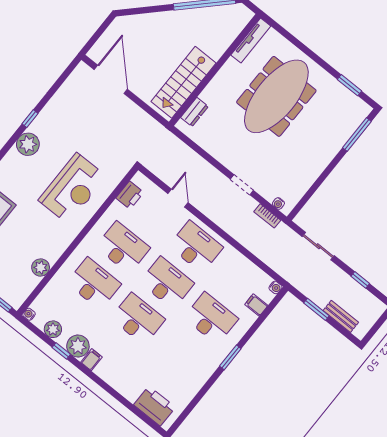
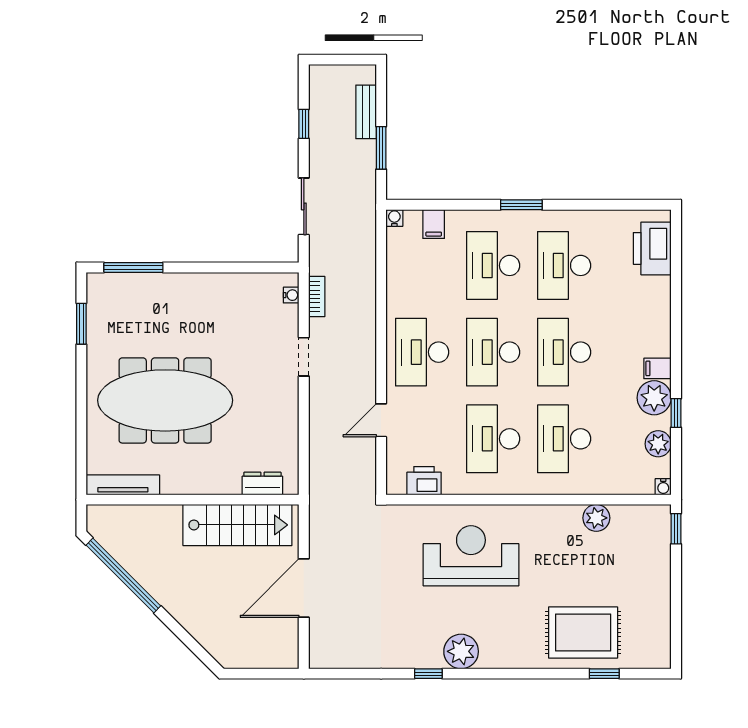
door: (111, 79) -> (304, 588), moved
desk: (182, 354) -> (564, 265), added

